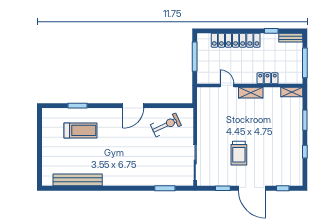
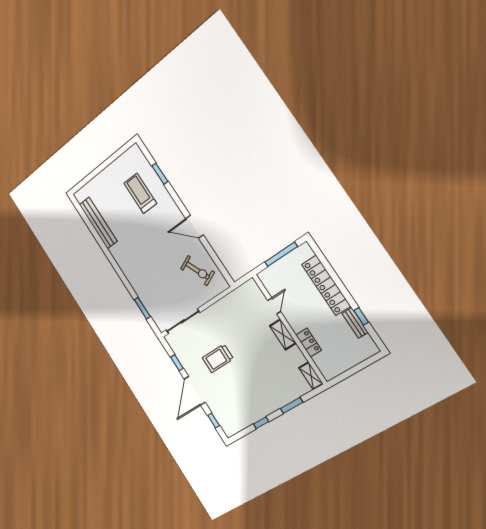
bench: (291, 38) -> (355, 323), moved
window: (305, 63) -> (350, 372), removed
treadmill: (80, 130) -> (140, 193), turned 180

